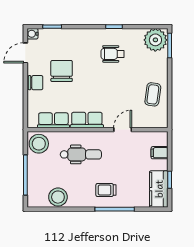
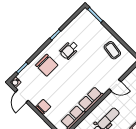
plant: (155, 40) -> (85, 20), removed
chair: (62, 71) -> (47, 65), moved, turned 180
door: (123, 130) -> (115, 85), swing flipped

